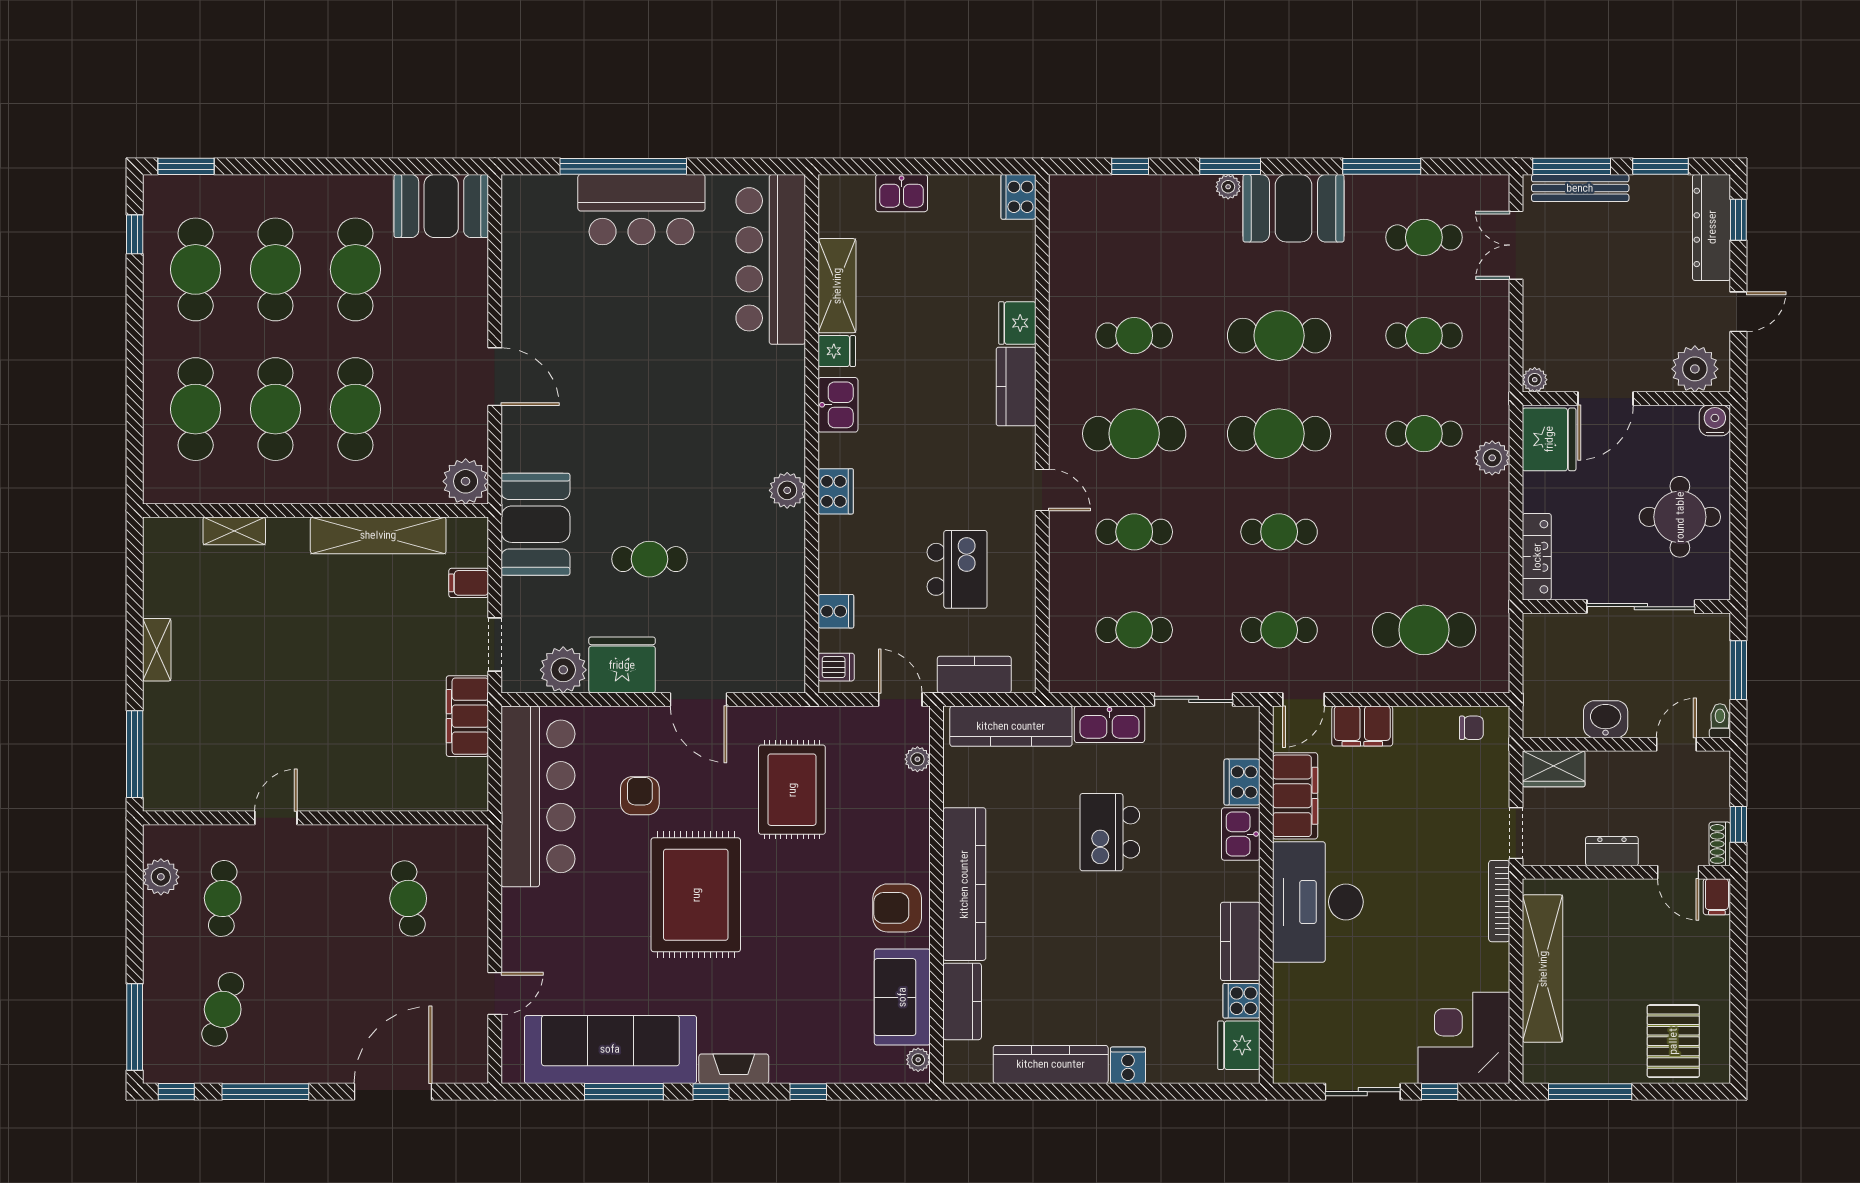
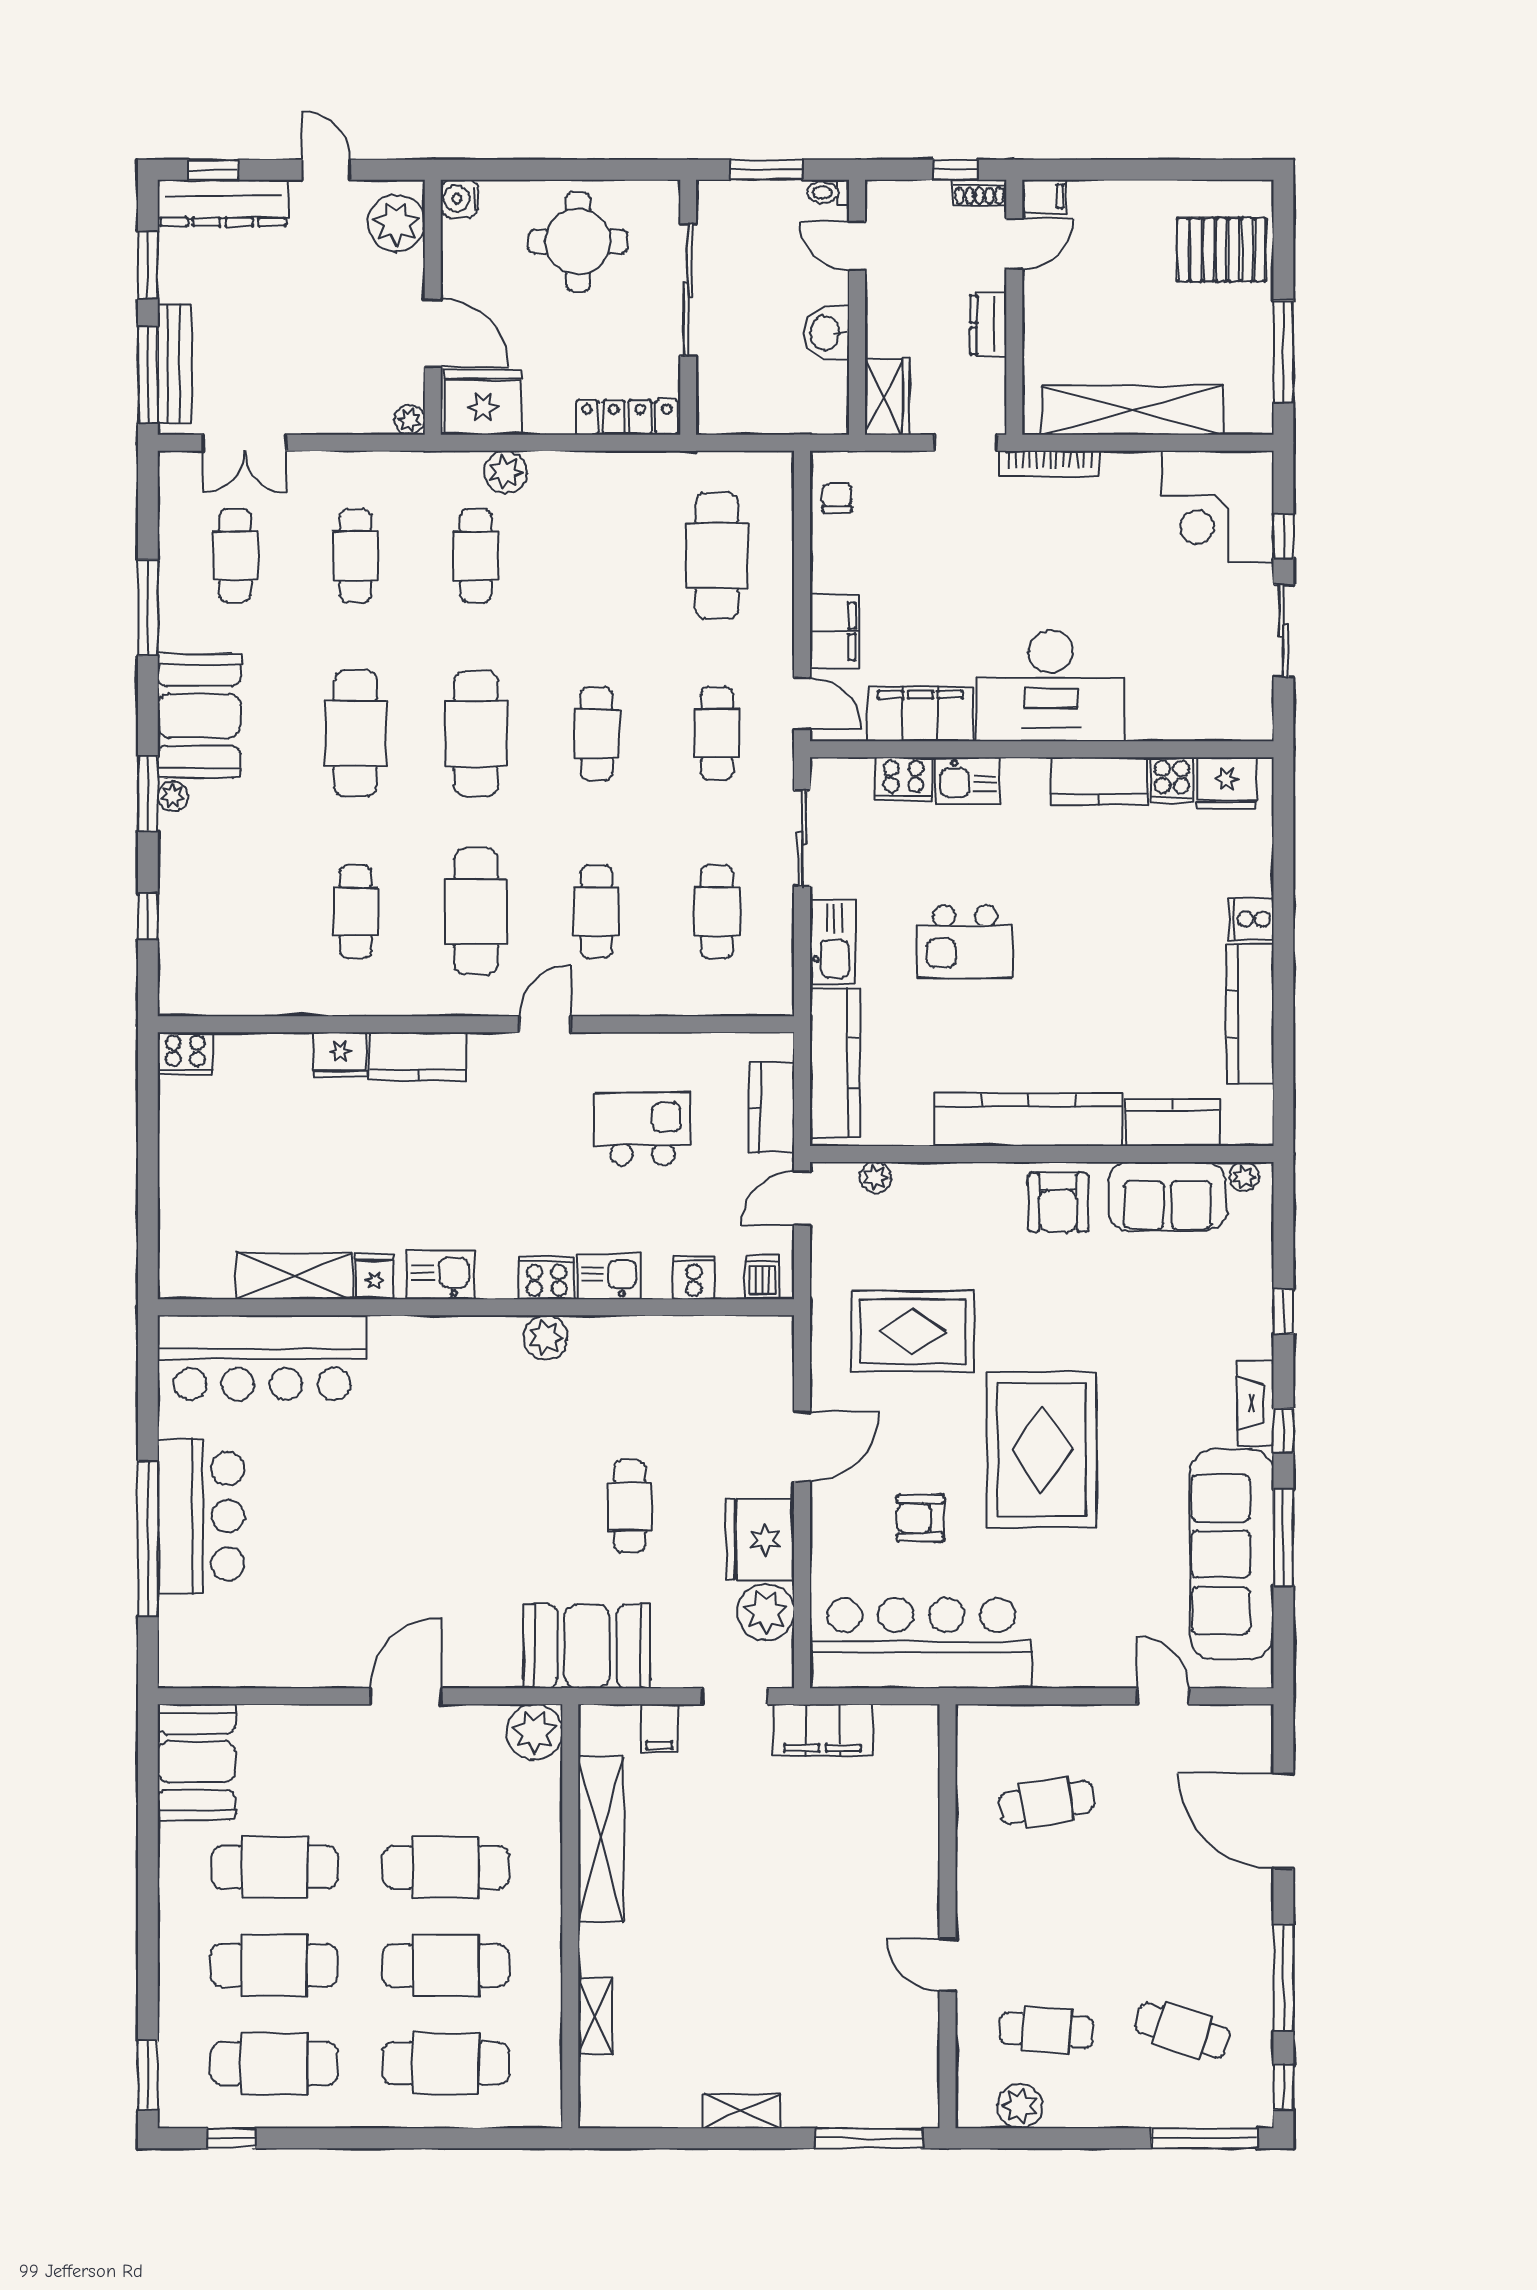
kitchen sink: (902, 193) -> (609, 1276), moved, turned -90
rug: (696, 895) -> (1042, 1449), turned 90

